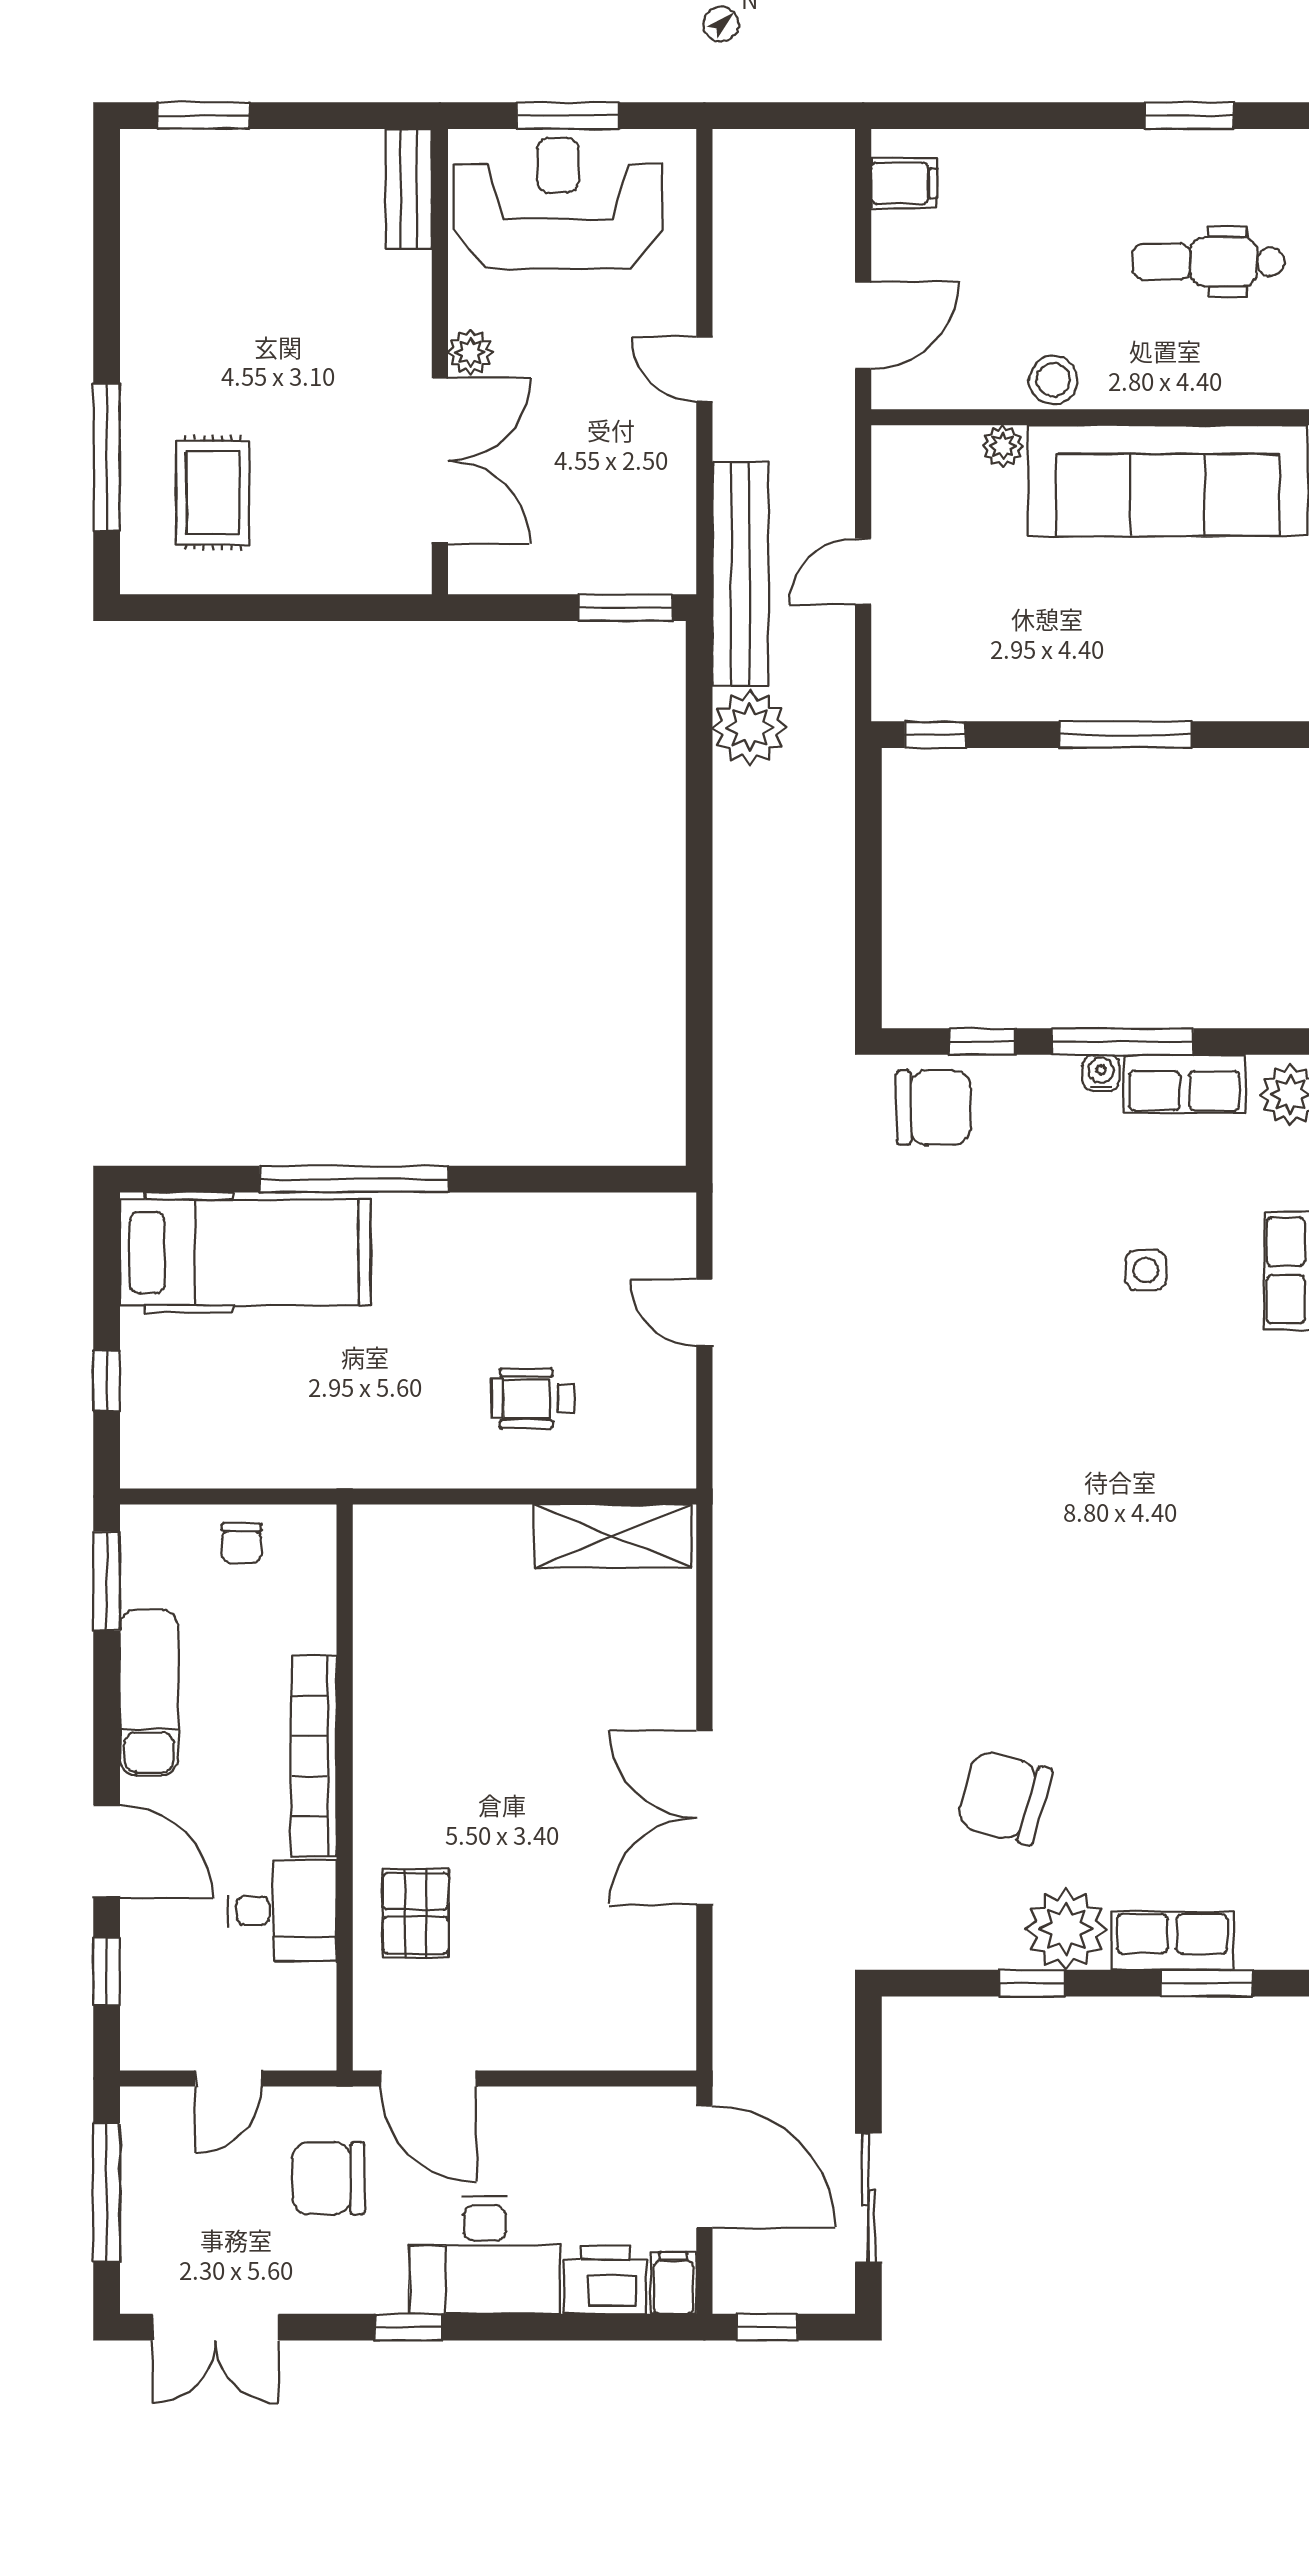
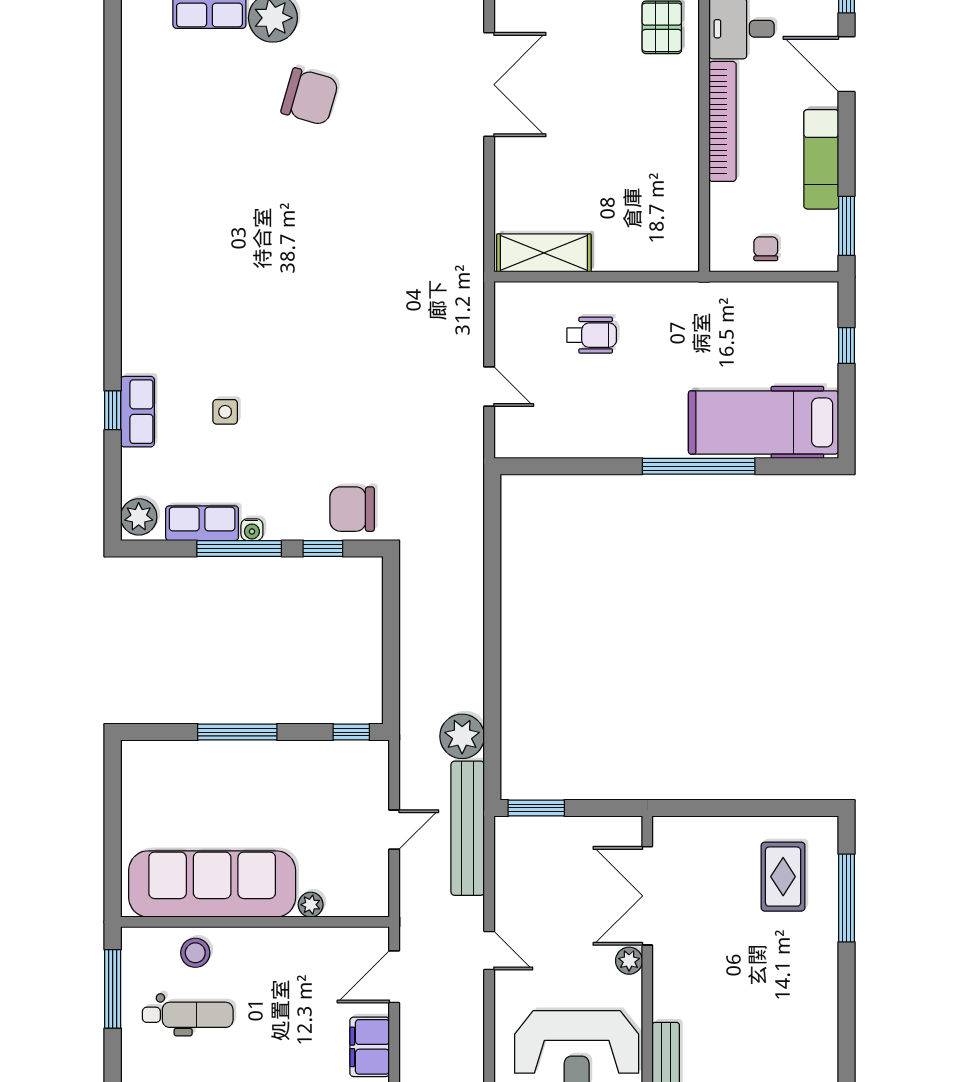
filing cabinet: (904, 183) -> (370, 1047), width x2.00
stool: (1053, 380) -> (195, 953), moved

